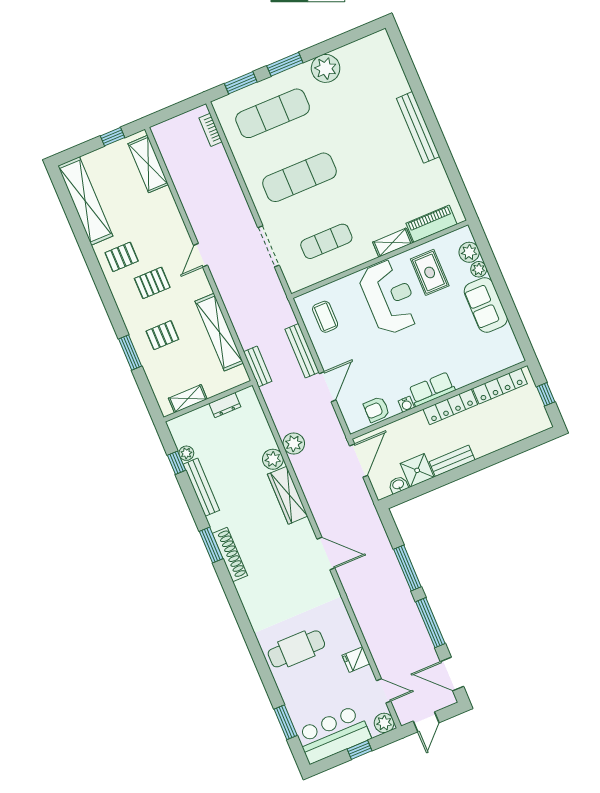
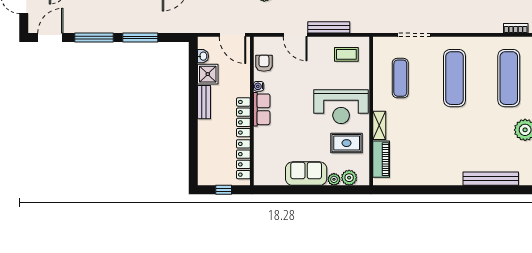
bench: (418, 127) -> (491, 179), moved

